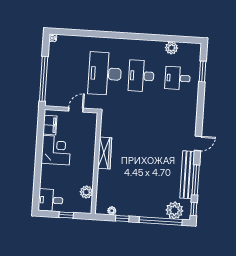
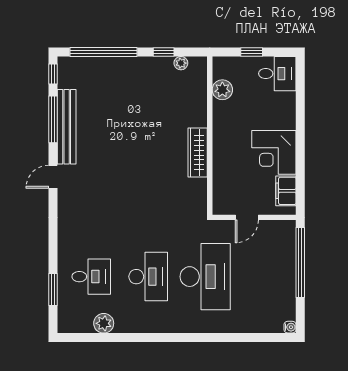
plant: (174, 210) -> (83, 70), removed

